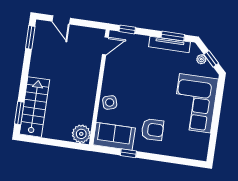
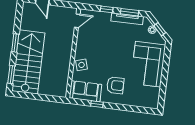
window: (127, 29) -> (107, 9), moved
window: (30, 37) -> (15, 43), moved
stairs: (34, 107) -> (28, 62), width x1.36, depth x1.51
plant: (81, 134) -> (60, 90), removed

